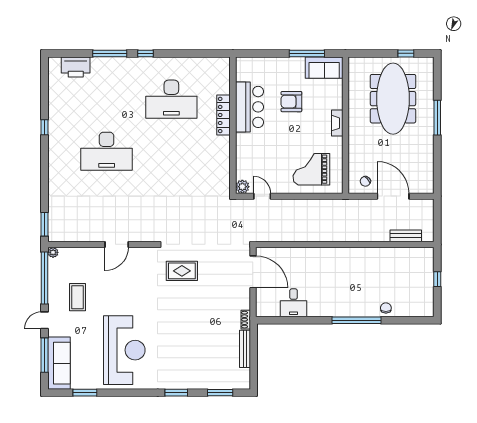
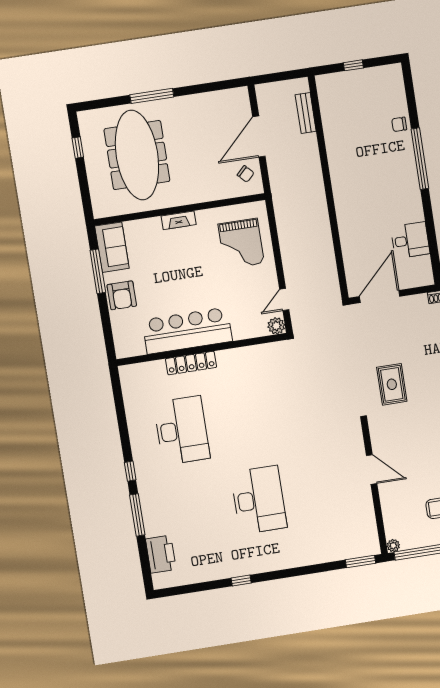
meeting table: (393, 99) -> (137, 155), turned 90
armchair: (291, 102) -> (122, 295), moved
bar counter: (249, 107) -> (187, 331), width x1.36

